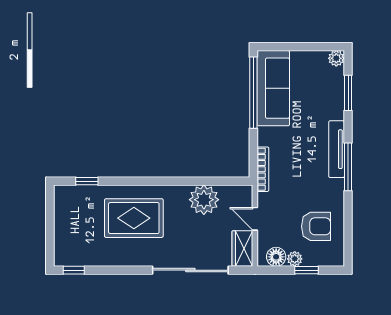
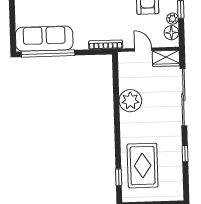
plant: (204, 200) -> (130, 101), moved
rug: (134, 218) -> (143, 166), moved
door: (255, 219) -> (143, 50), swing flipped
window: (74, 270) -> (185, 154), moved

